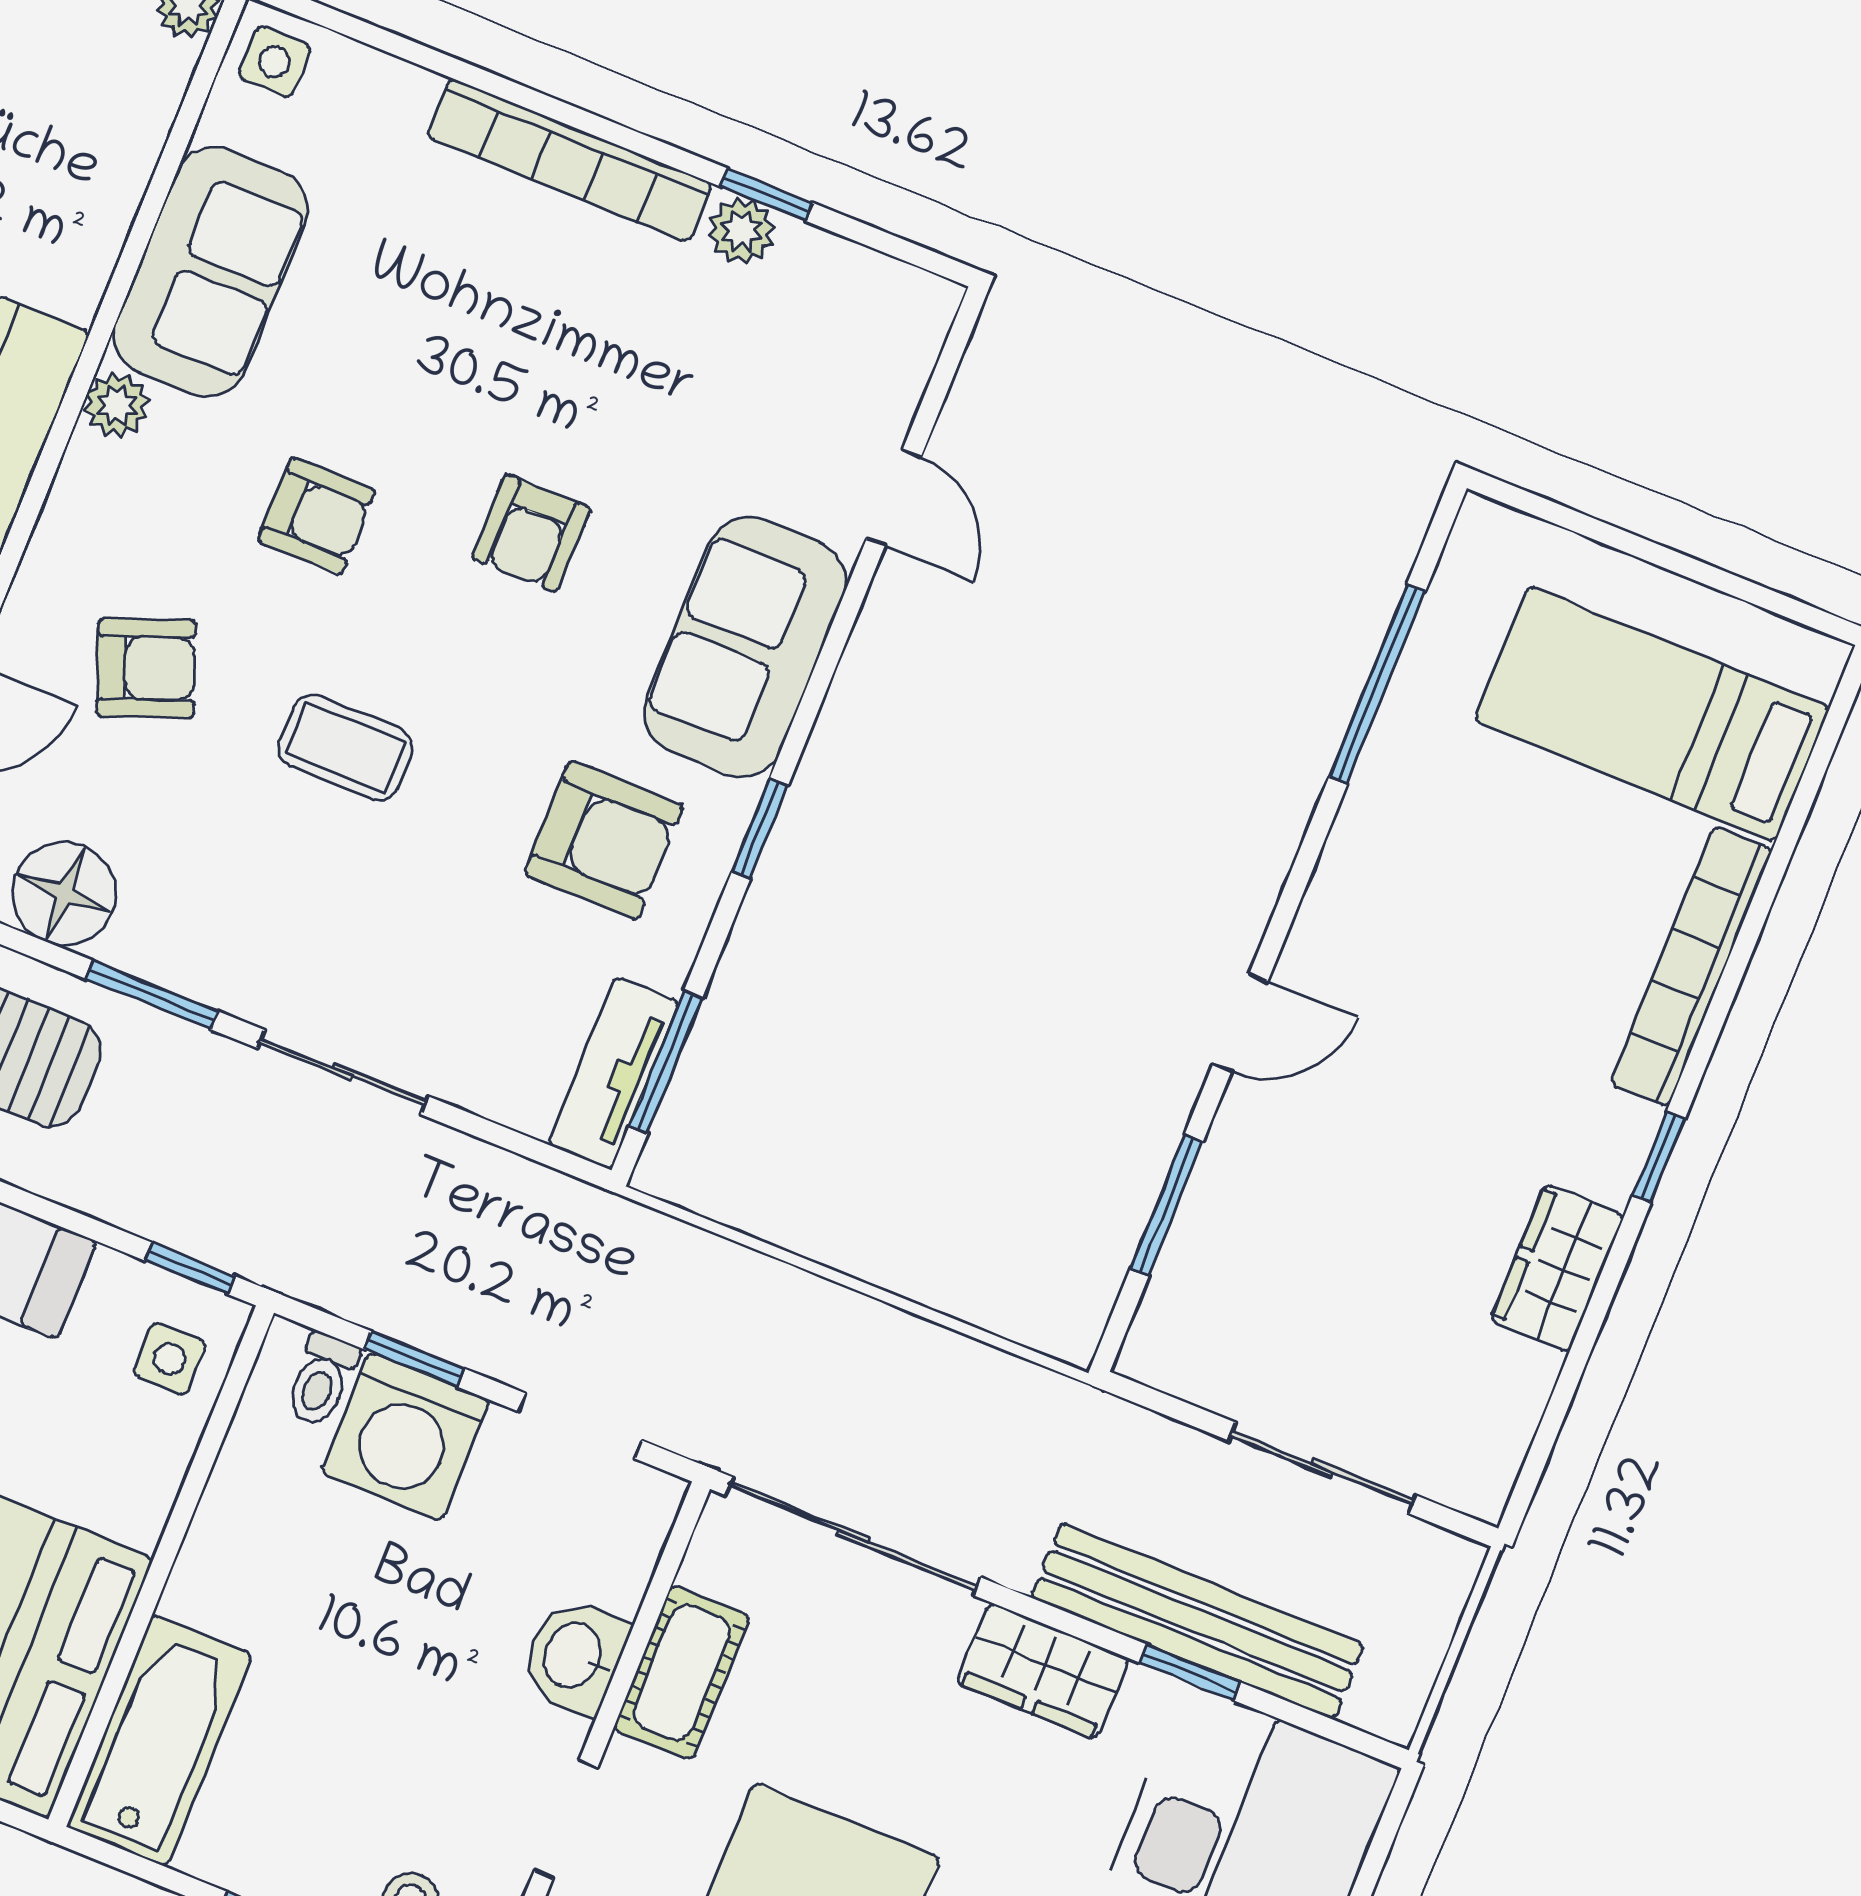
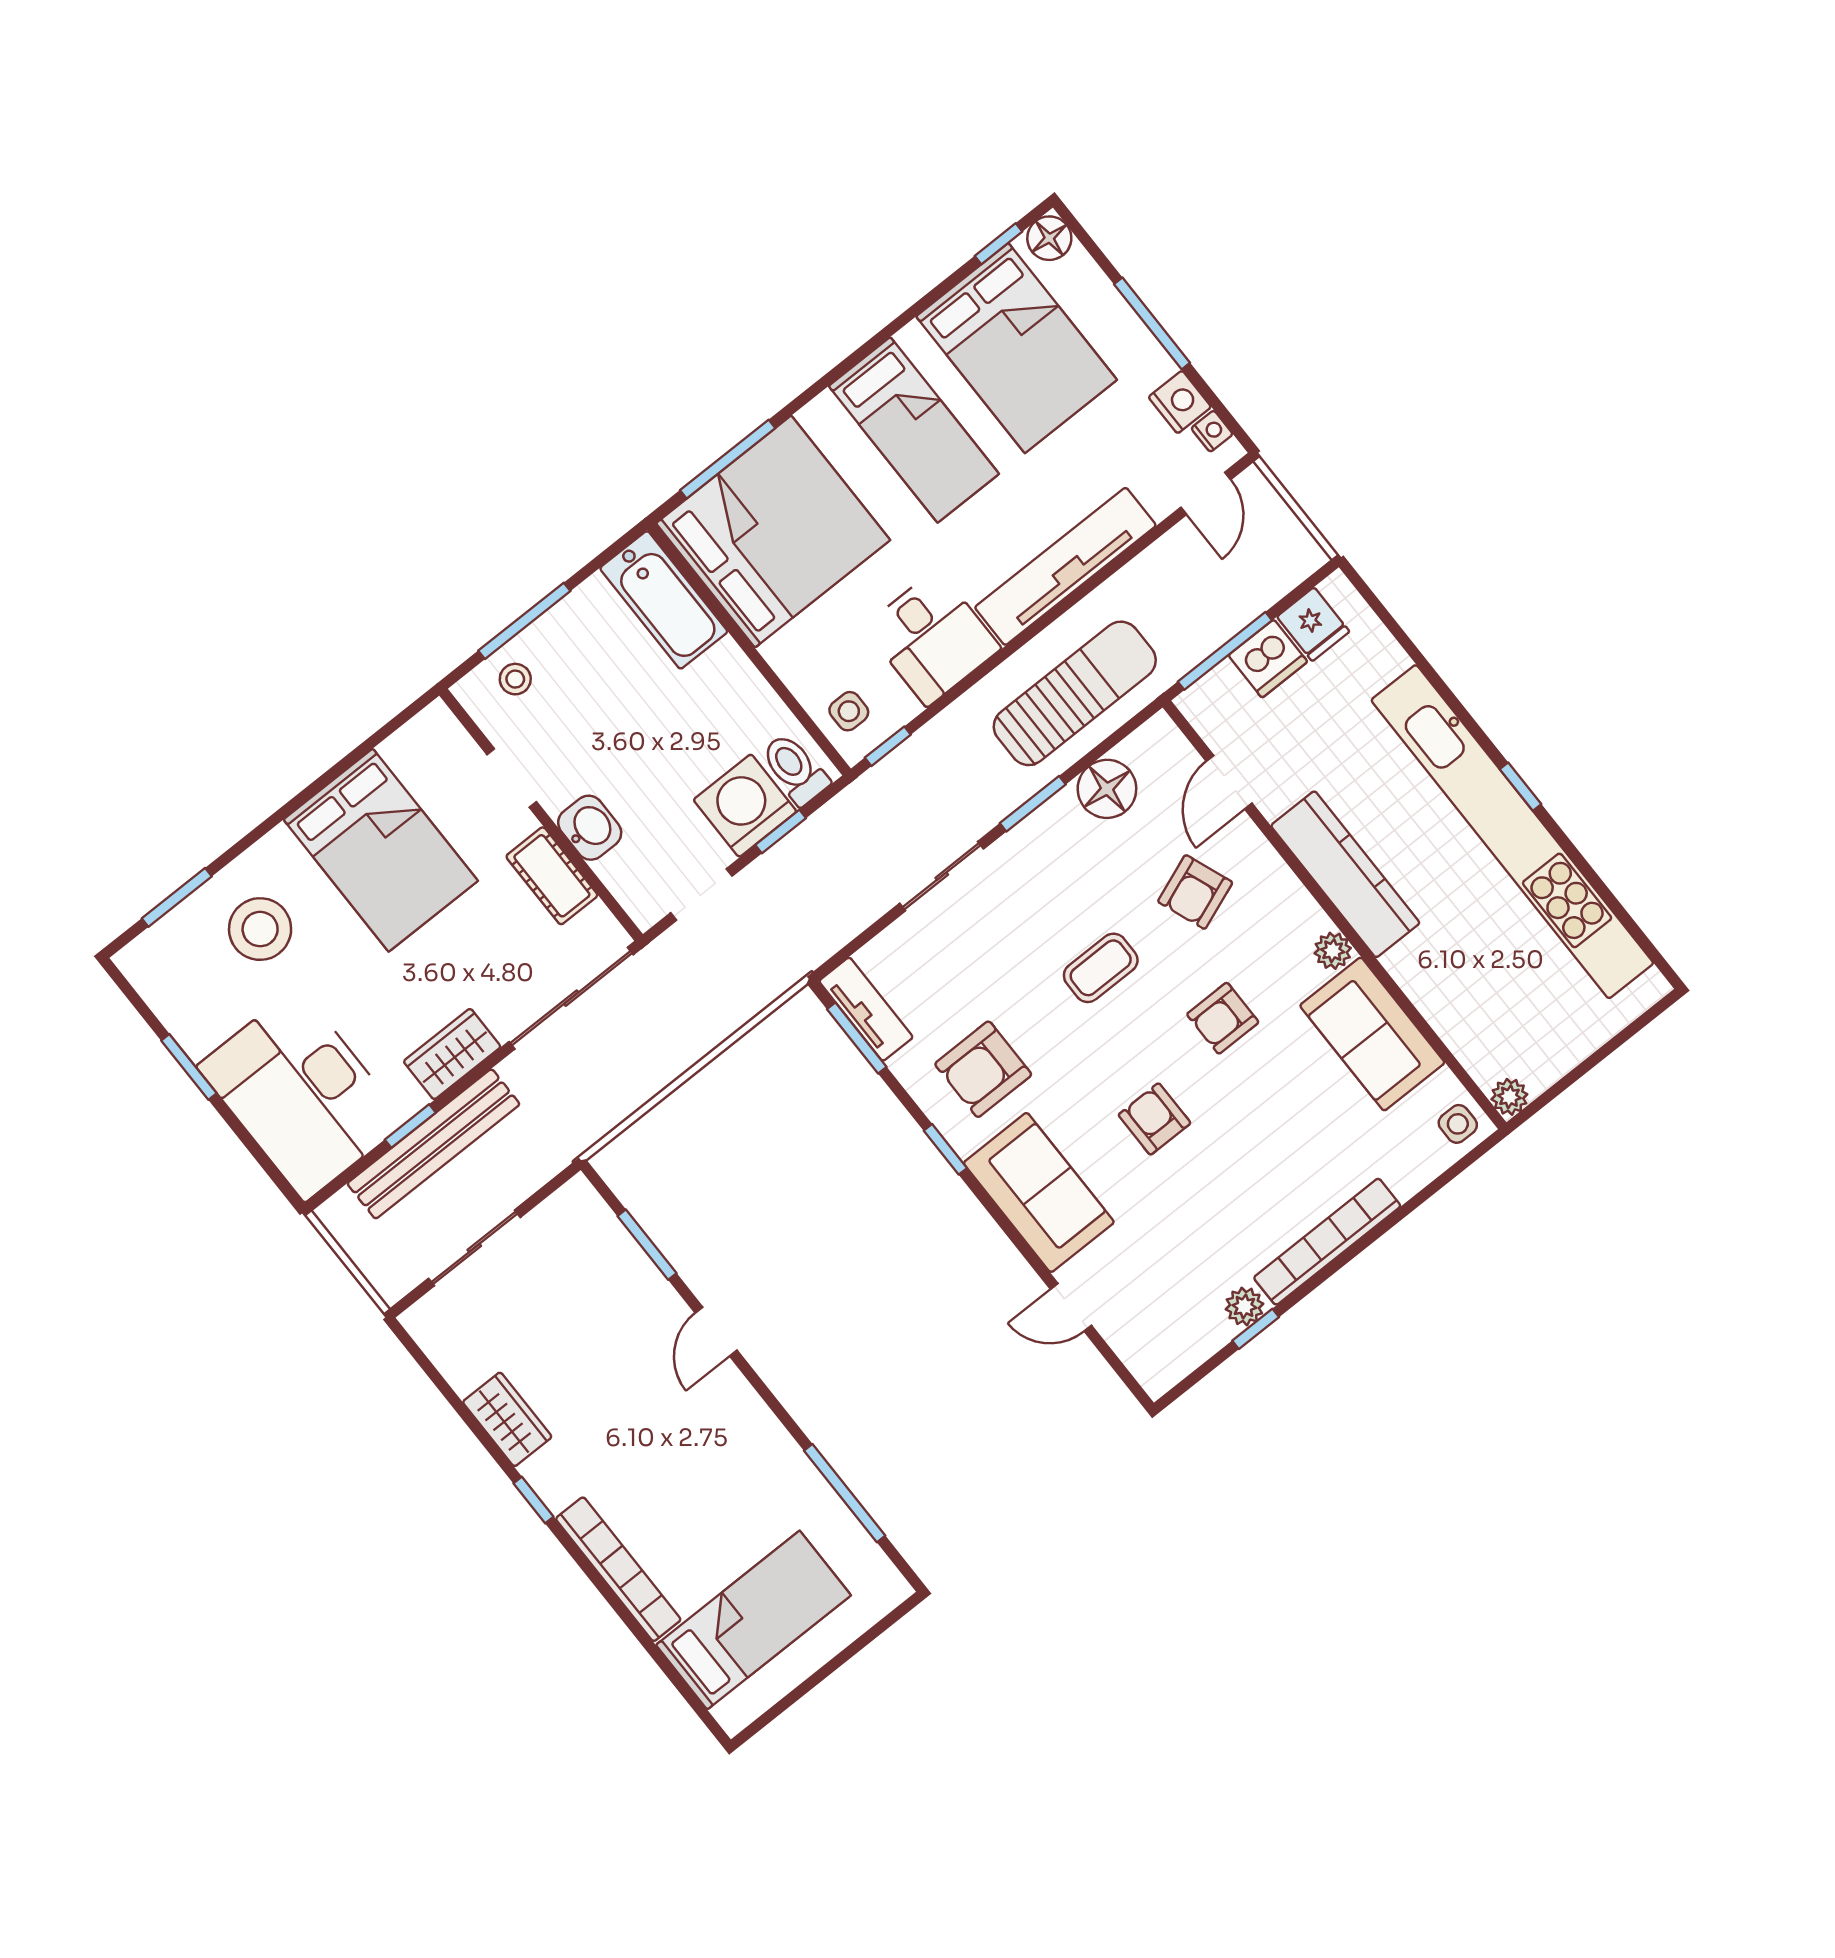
toilet: (321, 1379) -> (795, 769), width x1.37, depth x1.39

